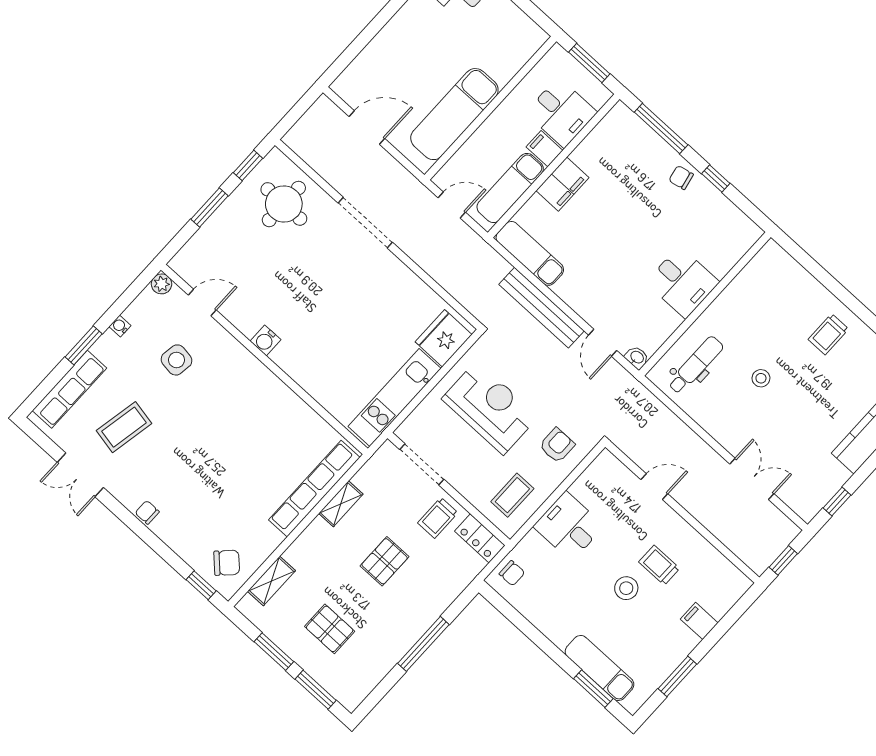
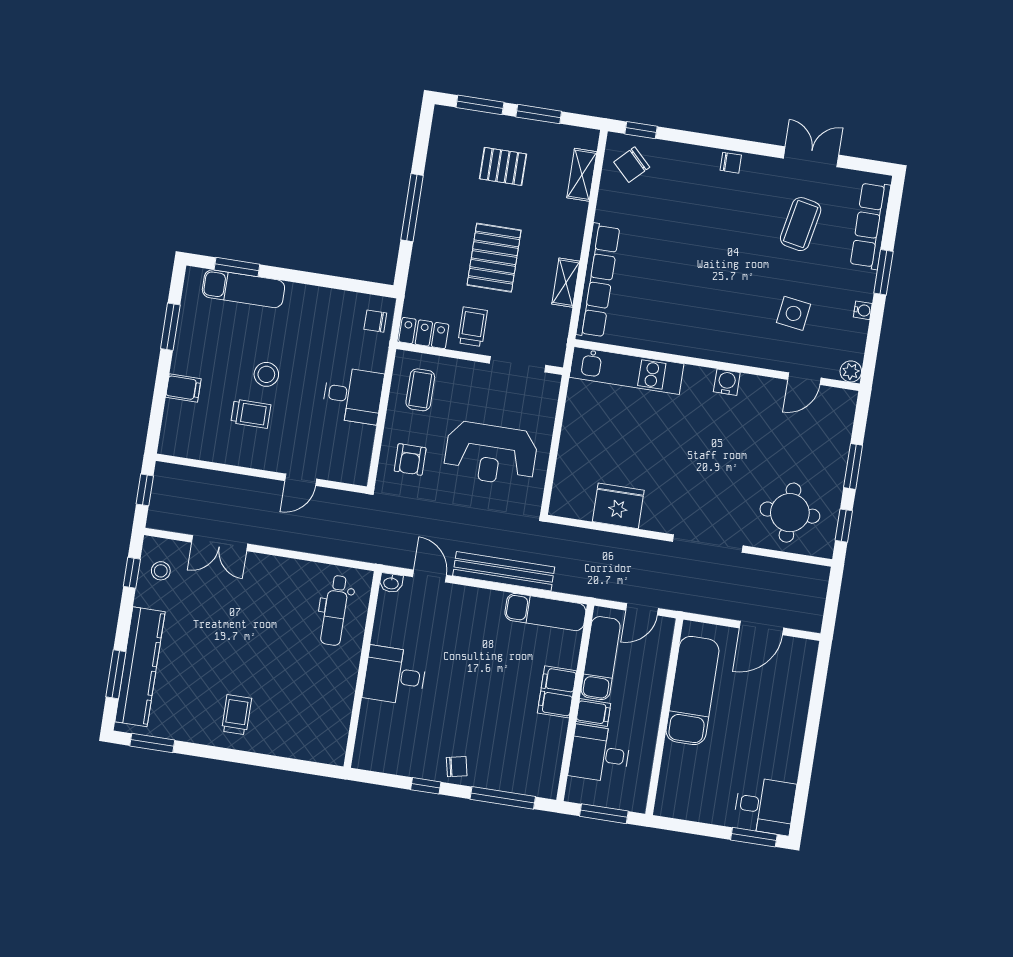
fridge: (444, 338) -> (618, 506), moved, turned -90
stool: (761, 378) -> (161, 571), moved
kitchen unit: (395, 397) -> (627, 371), moved, turned 90
pallet: (385, 561) -> (494, 258), width x1.50, depth x1.42

